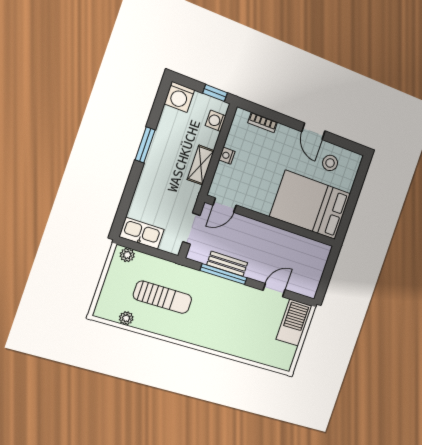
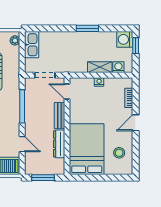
window: (215, 93) -> (136, 46), moved
door: (313, 131) -> (136, 123), moved
shelving: (201, 165) -> (100, 67), moved
dresser: (291, 240) -> (59, 144), added
bench: (227, 264) -> (60, 116), moved
window: (326, 276) -> (43, 178), added

